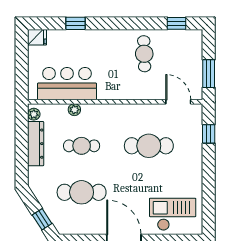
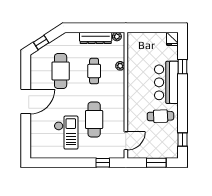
window: (209, 74) -> (156, 163), moved
bar counter: (67, 84) -> (166, 82), moved, turned 180
checkout: (173, 214) -> (66, 133), moved

